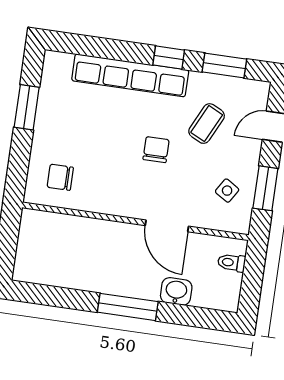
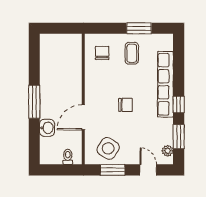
plant: (246, 88) -> (168, 151), added
coffee table: (207, 124) -> (132, 53), moved, turned 64
side table: (227, 191) -> (108, 148), width x1.87, depth x1.87

